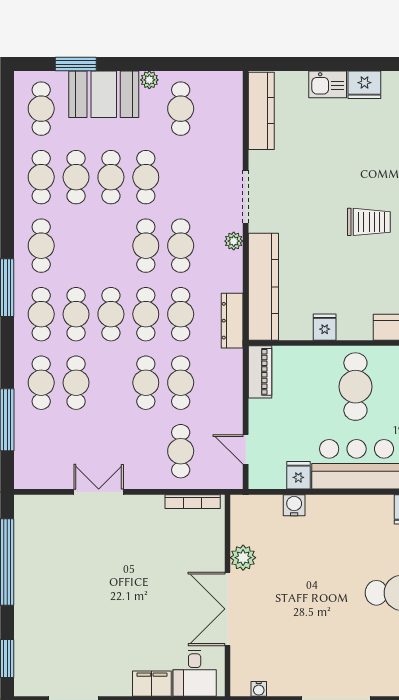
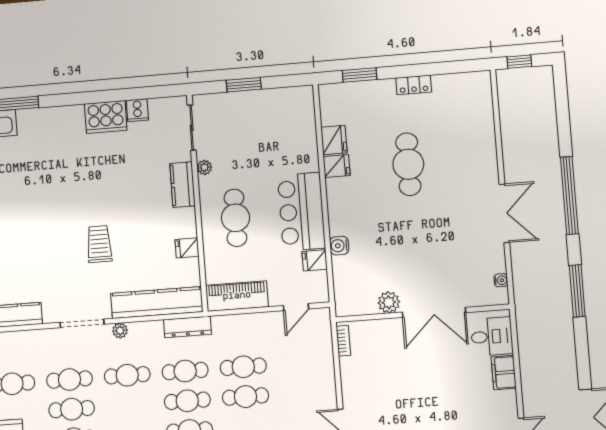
trolley: (369, 222) -> (99, 244), moved
cafe table: (146, 246) -> (69, 380), moved
piano: (260, 372) -> (237, 296), width x1.37, depth x1.33
cafe table: (355, 387) -> (235, 218), turned 90
cafe table: (181, 451) -> (302, 362), removed
bookcase: (193, 502) -> (343, 341), width x0.64
water cooler: (294, 505) -> (339, 246), moved

